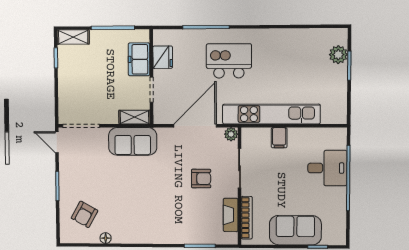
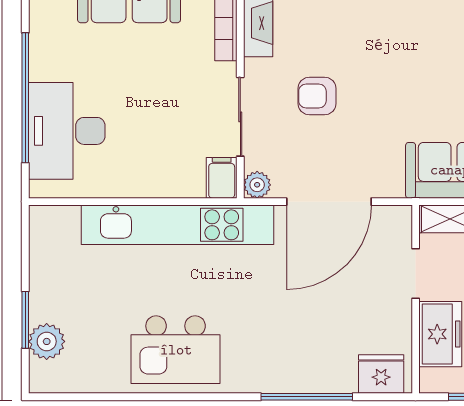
fridge: (163, 57) -> (381, 374), moved, turned 90
kitchen island: (229, 61) -> (176, 350), moved
filing cabinet: (279, 138) -> (222, 178), moved
desk: (327, 168) -> (67, 131), width x1.37

